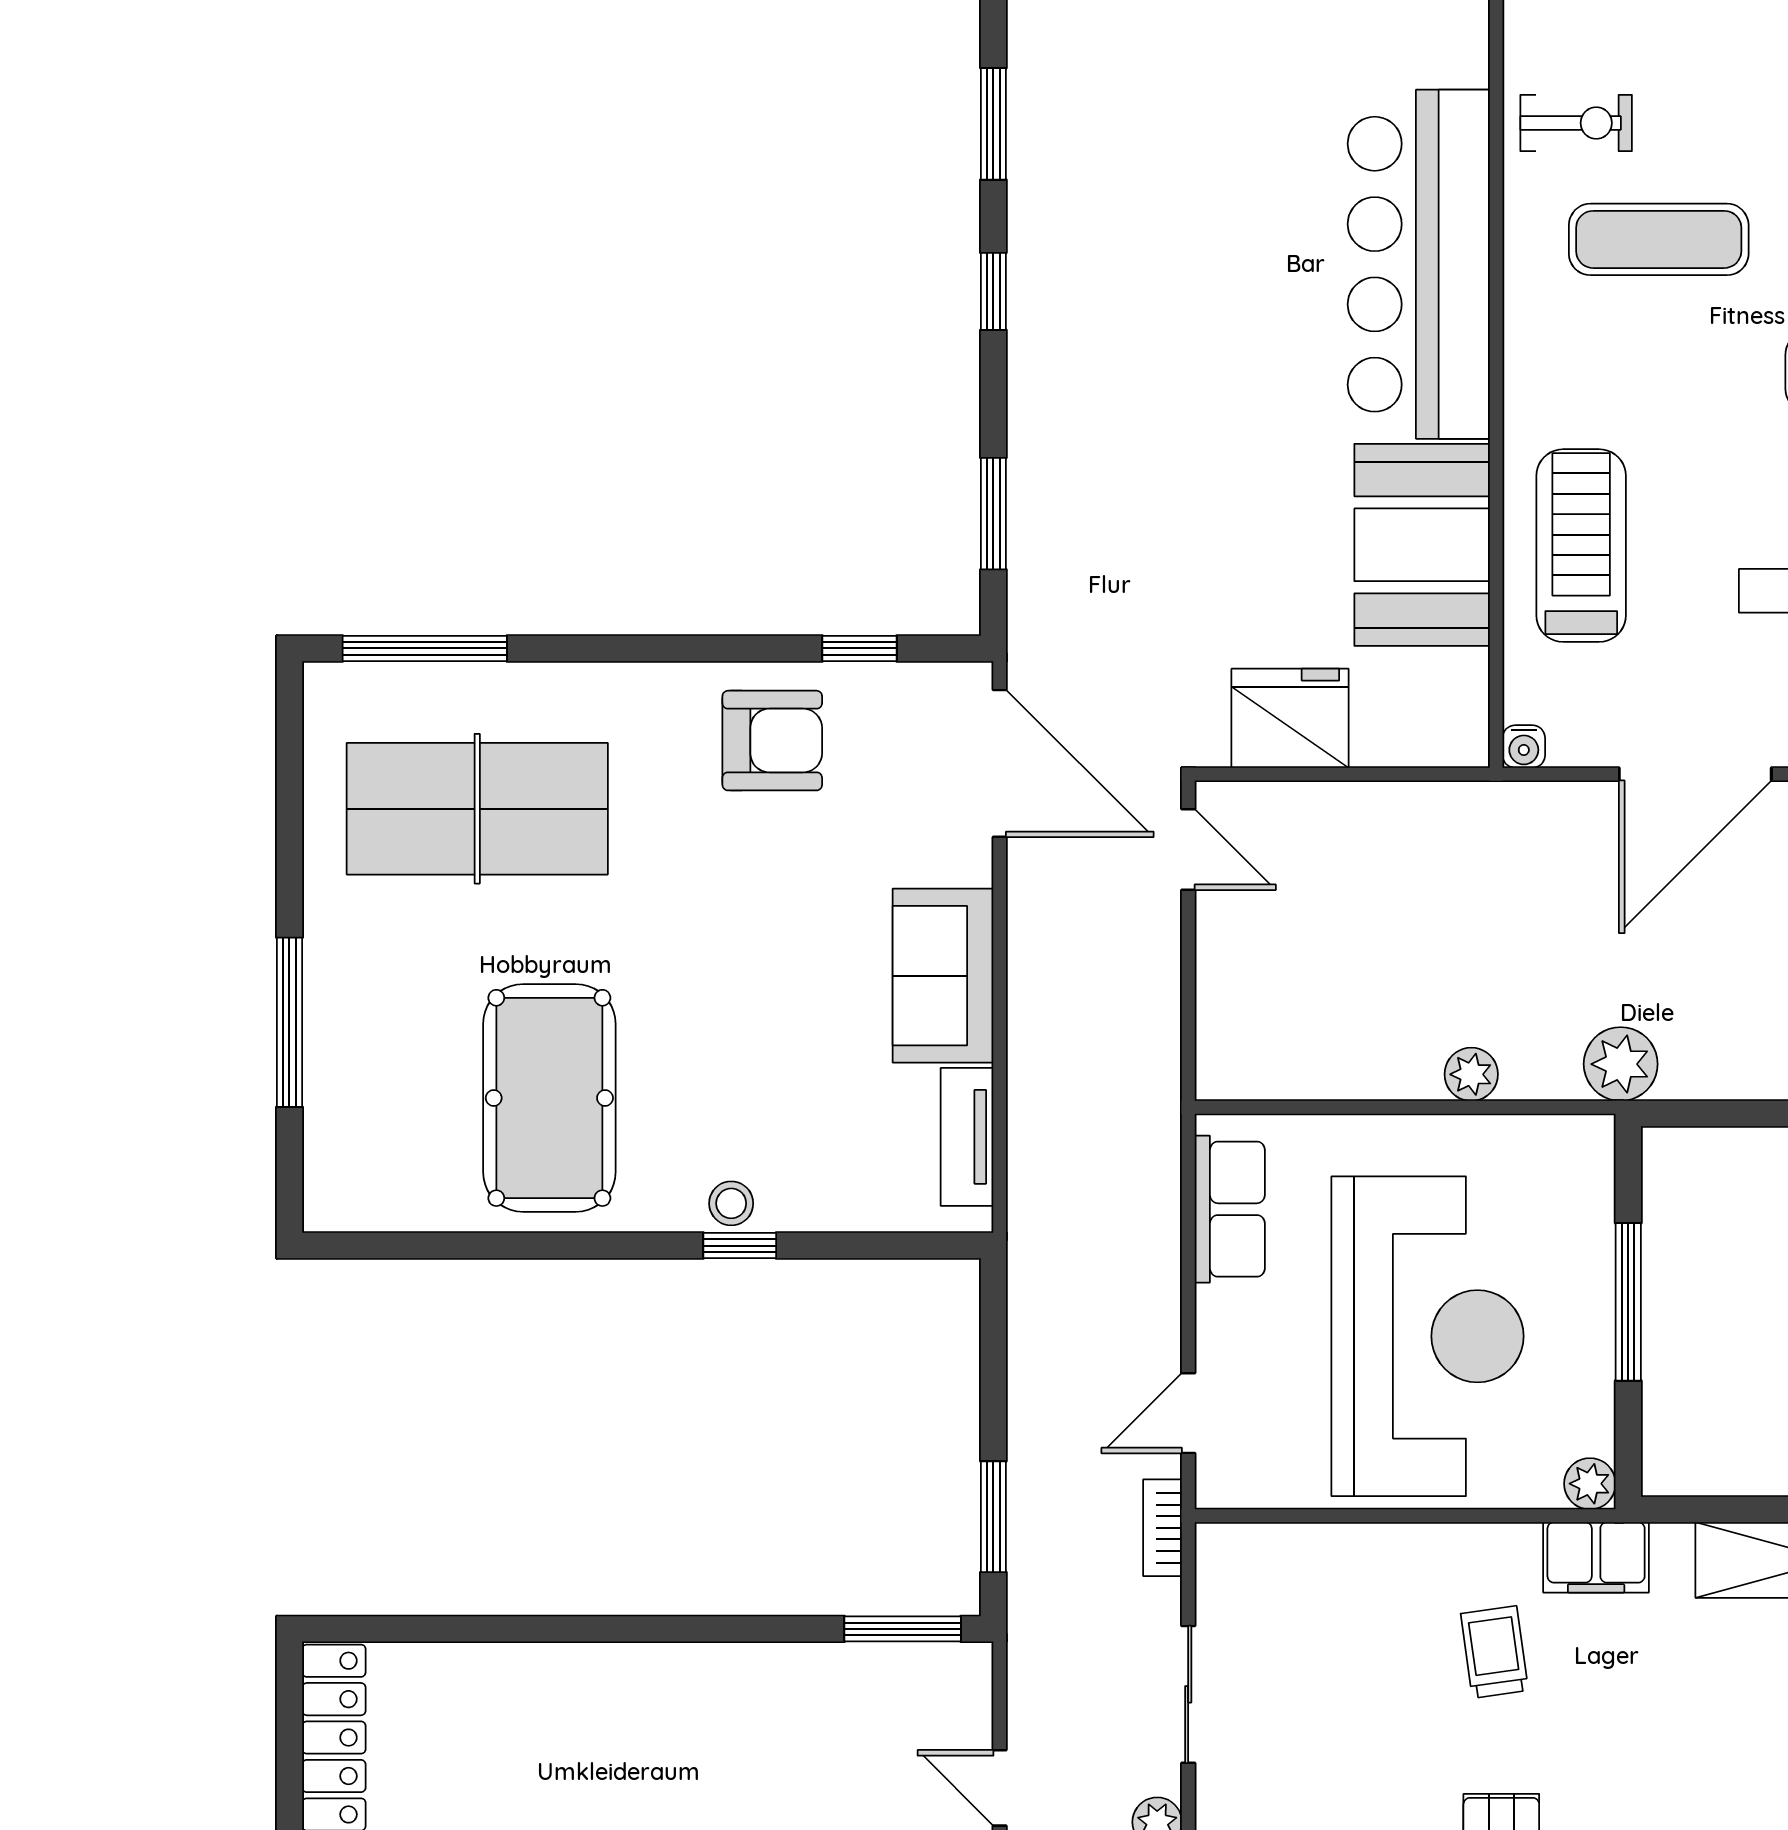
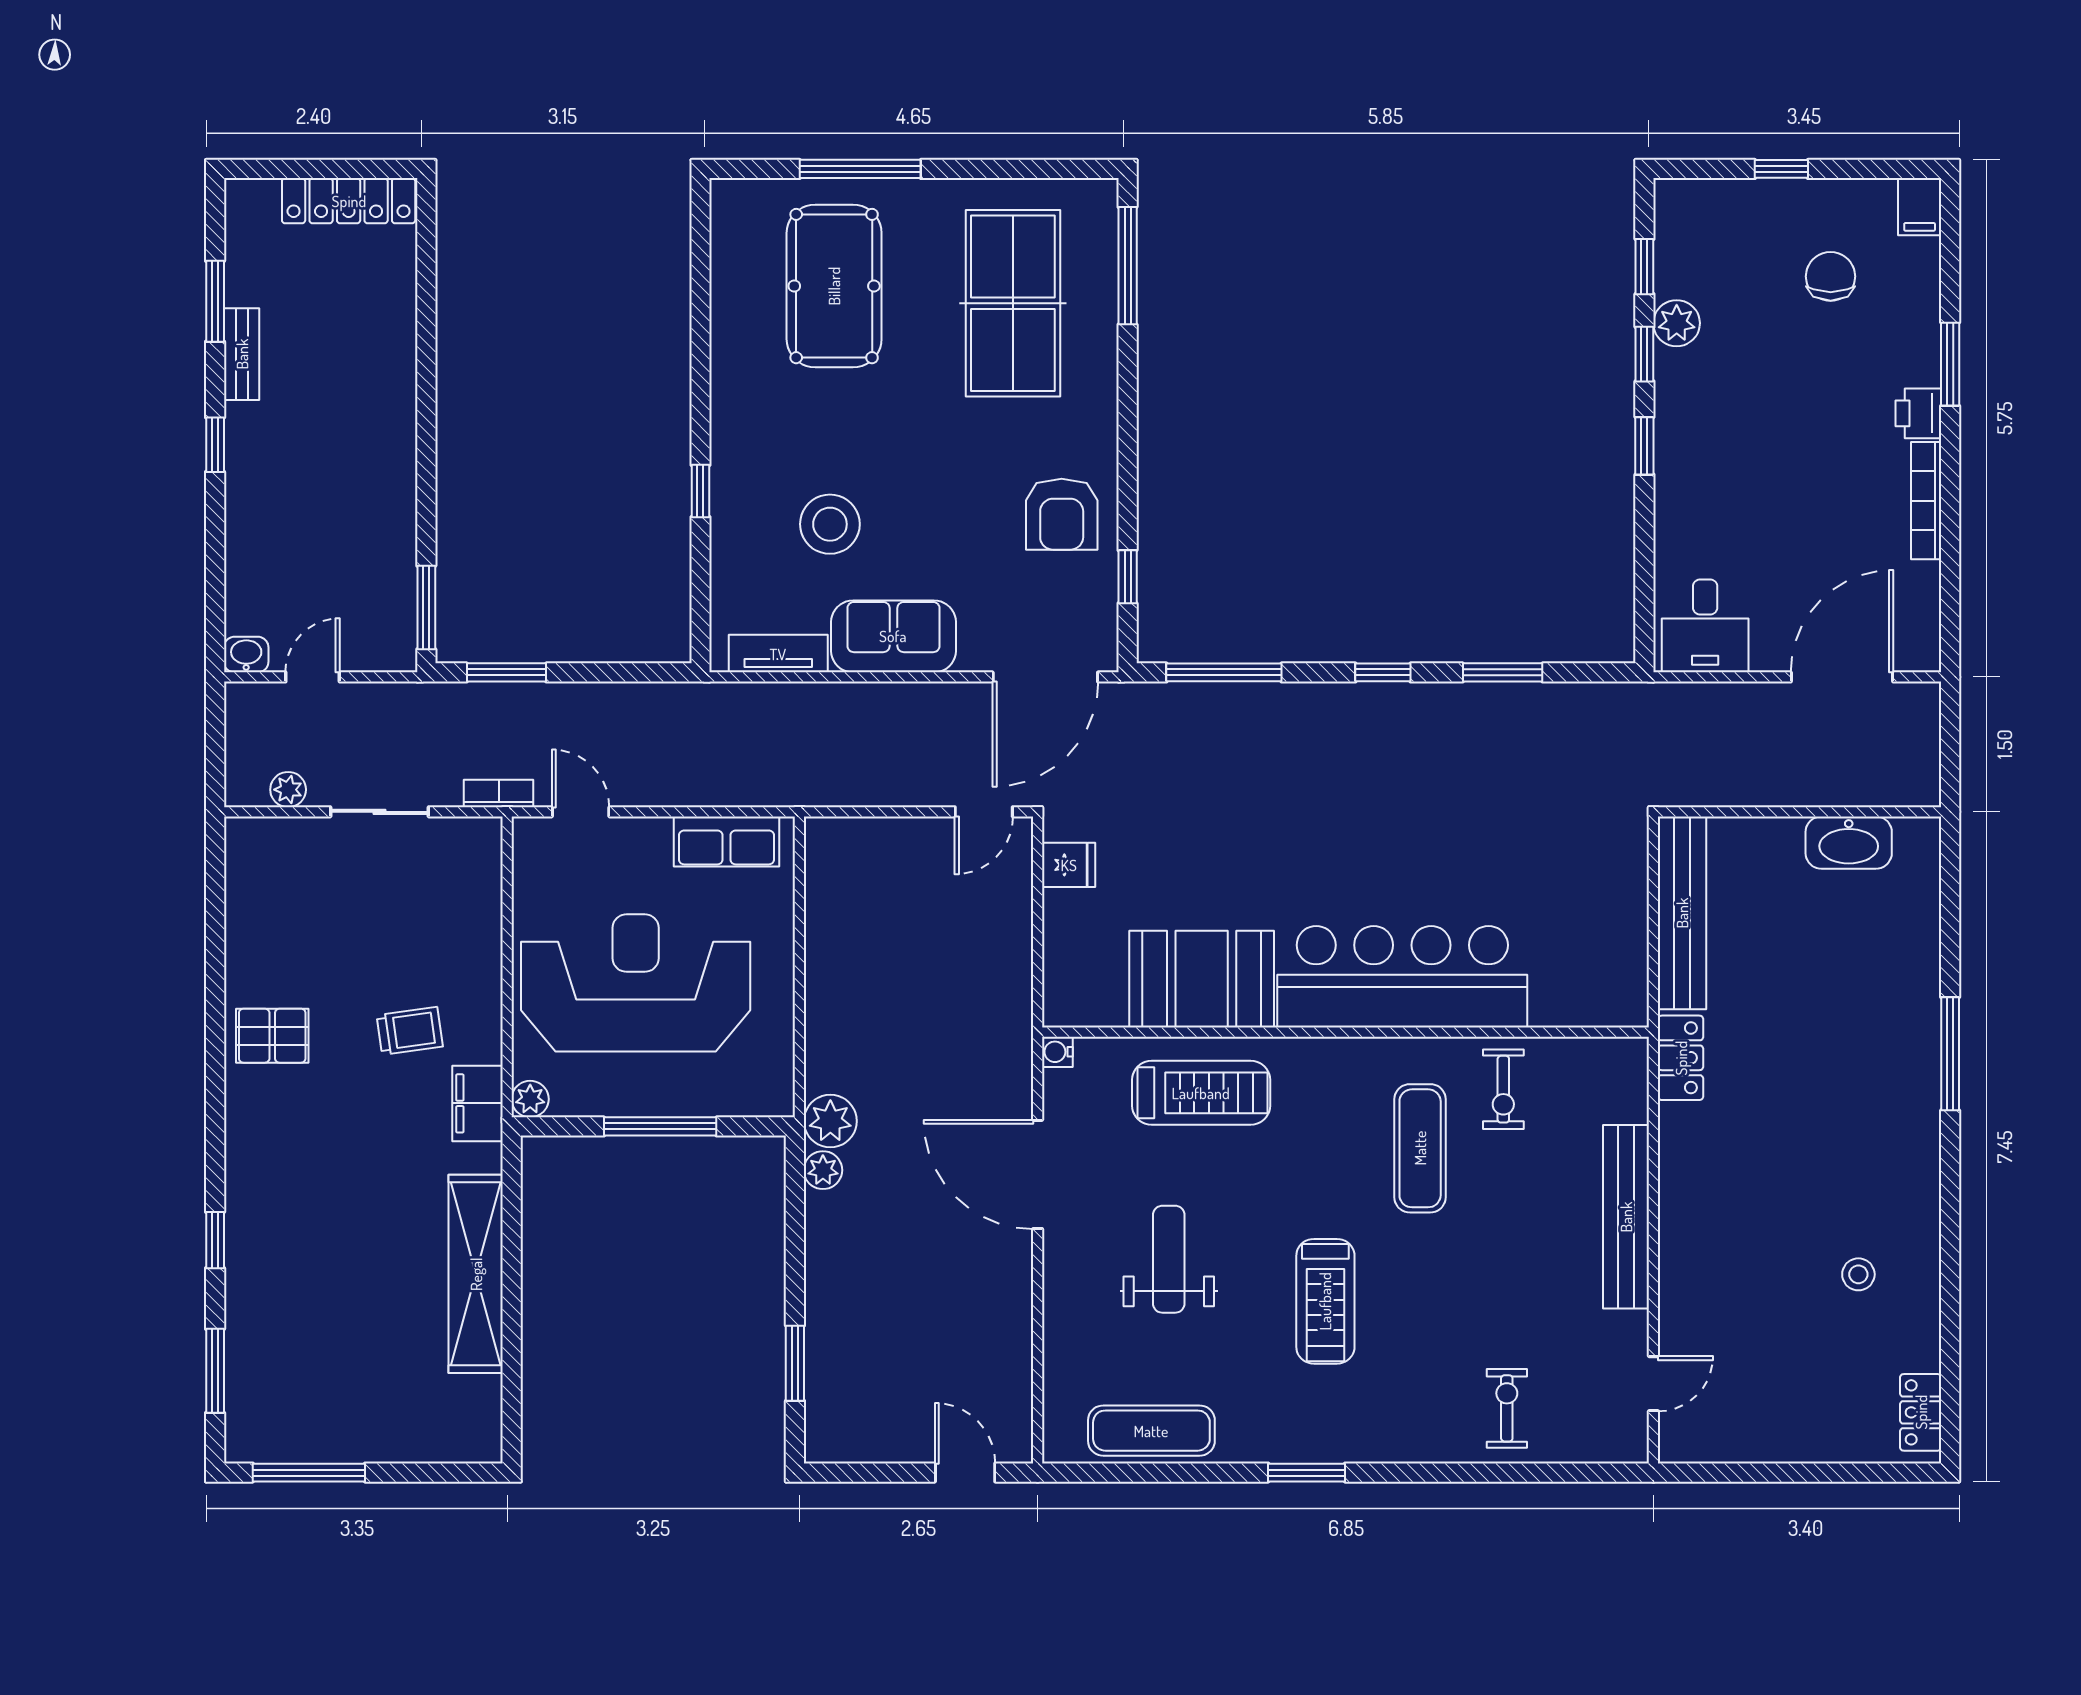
window: (993, 514) -> (1224, 672), width x1.44
fridge: (1290, 718) -> (1069, 865), width x0.53, depth x0.75
plant: (1471, 1074) -> (823, 1170), moved
pool table: (549, 1098) -> (834, 286), moved, turned 90
stool: (731, 1203) -> (830, 524), moved, width x1.89, depth x1.89
reception desk: (1427, 1336) -> (636, 983), turned 180

